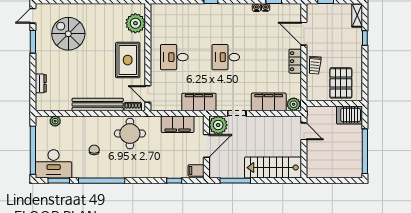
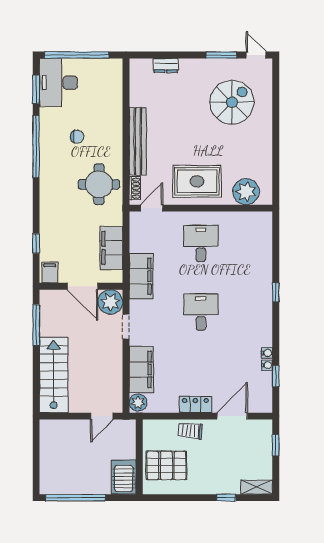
plant: (55, 121) -> (115, 85), removed

